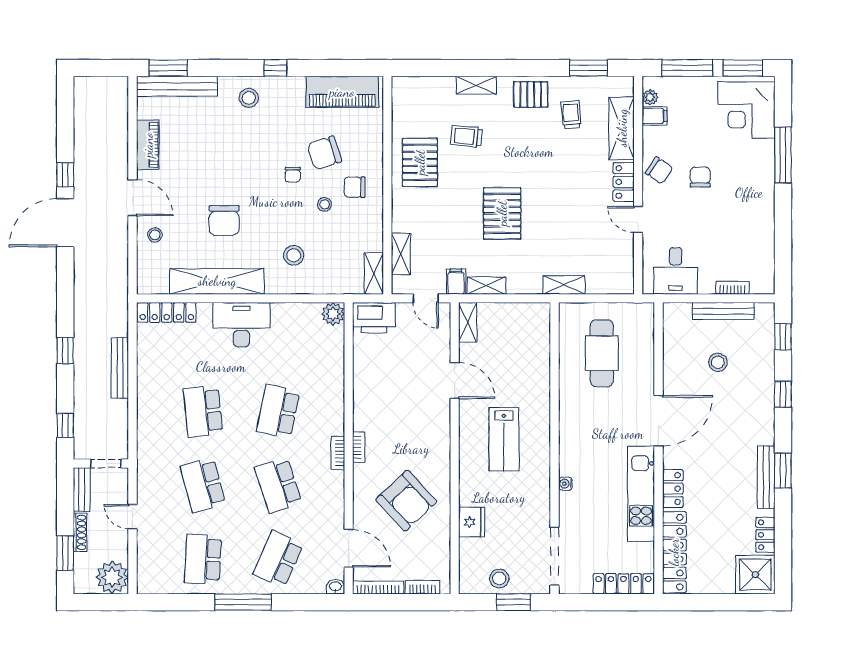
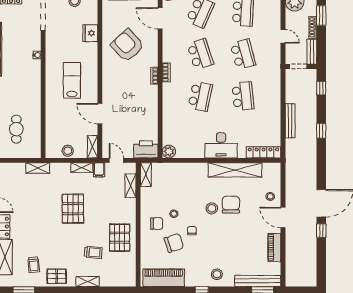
stool: (294, 255) -> (212, 208), moved
stool: (511, 315) -> (68, 151), added
cafe table: (602, 353) -> (16, 129), width x0.73, depth x0.74

